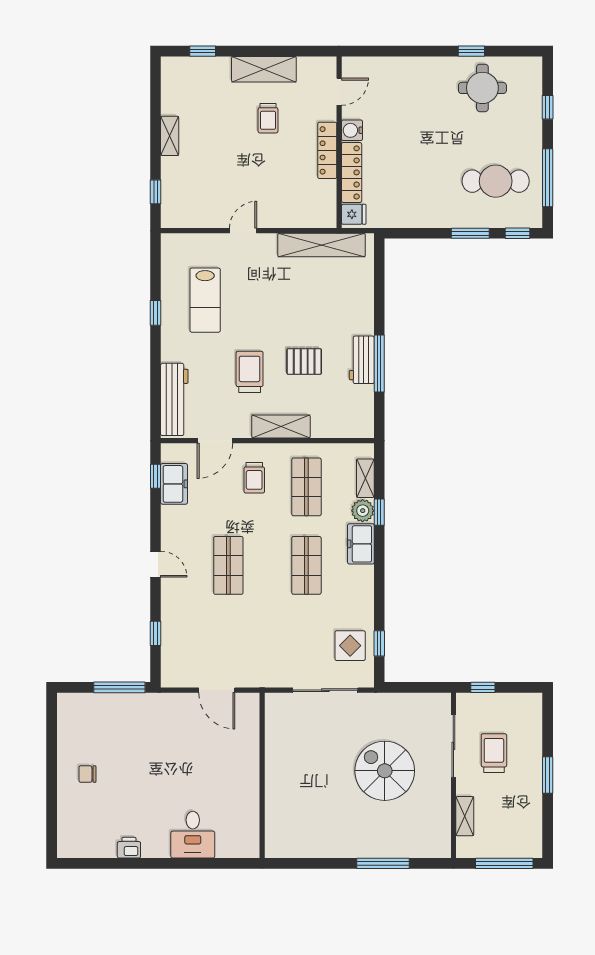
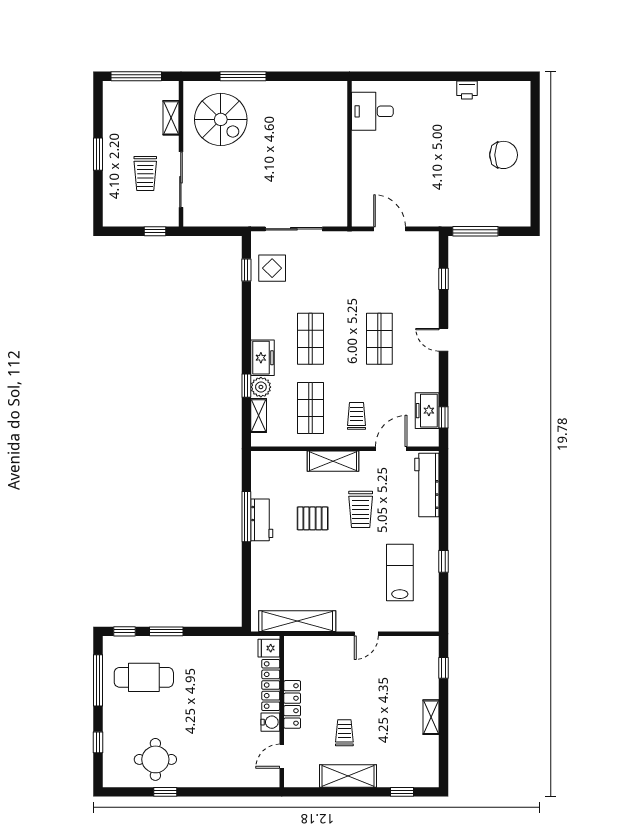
spiral stairs: (385, 771) -> (221, 119), moved
chair: (87, 774) -> (504, 155), width x1.87, depth x1.87
desk: (193, 835) -> (372, 111), moved, turned -90

